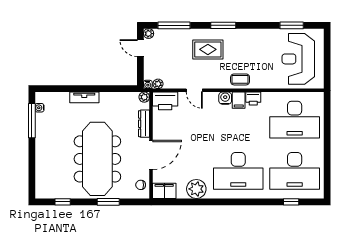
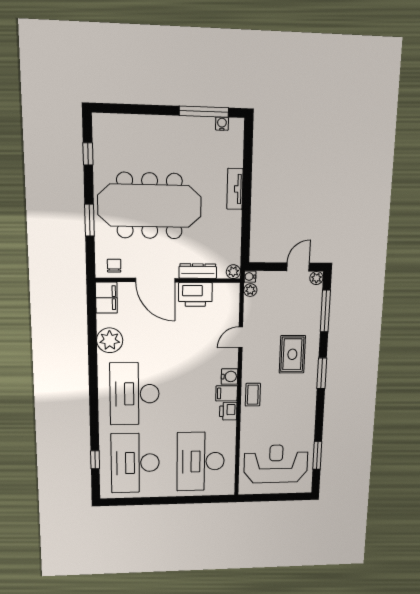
printer: (165, 101) -> (195, 294), moved, turned -90

